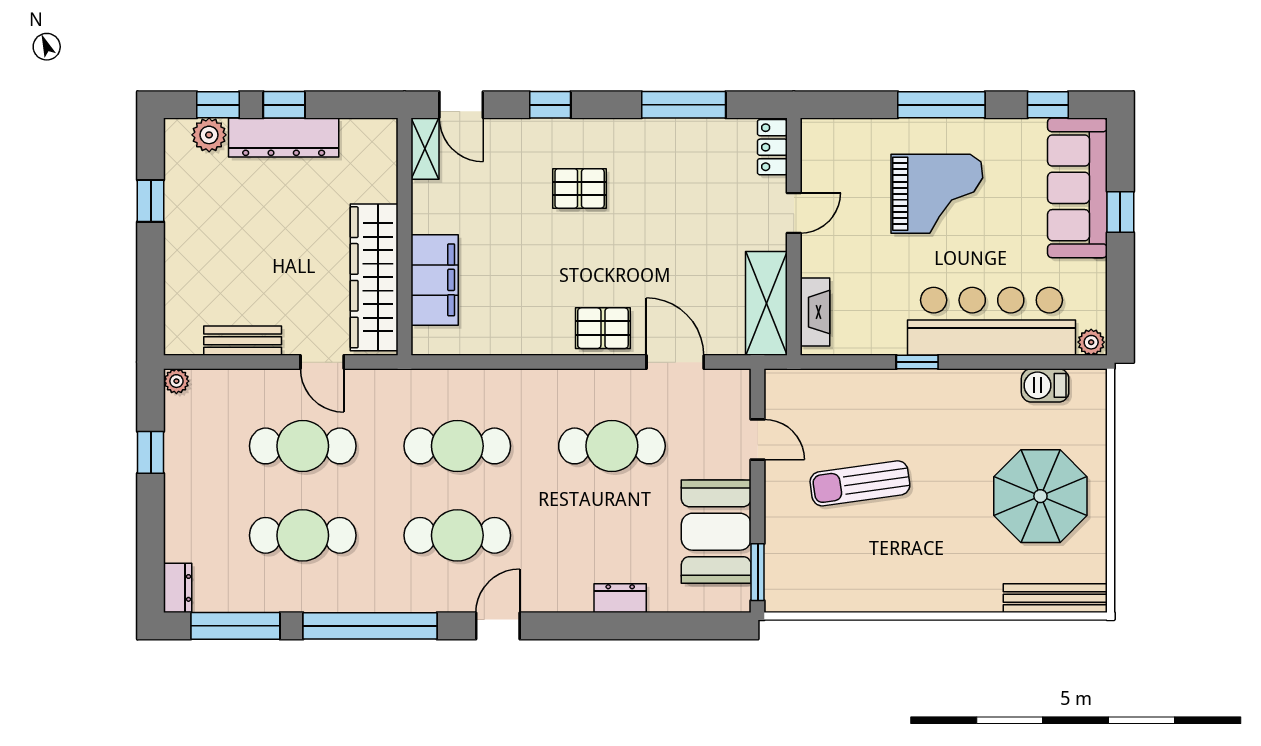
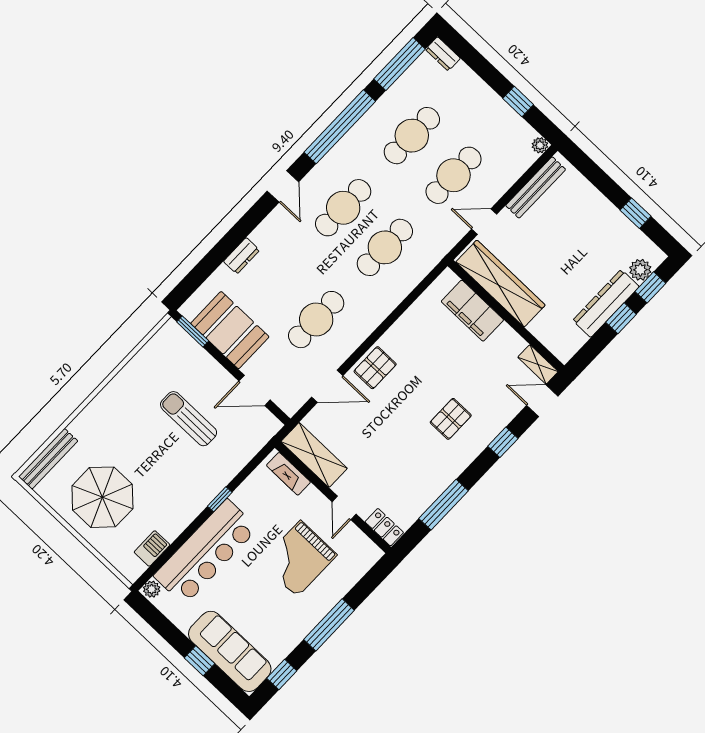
grand piano: (937, 194) -> (299, 559), moved
bench: (243, 341) -> (536, 187), width x1.36
door: (758, 439) -> (255, 390), width x1.37
sun lounger: (860, 483) -> (189, 419), turned -82

